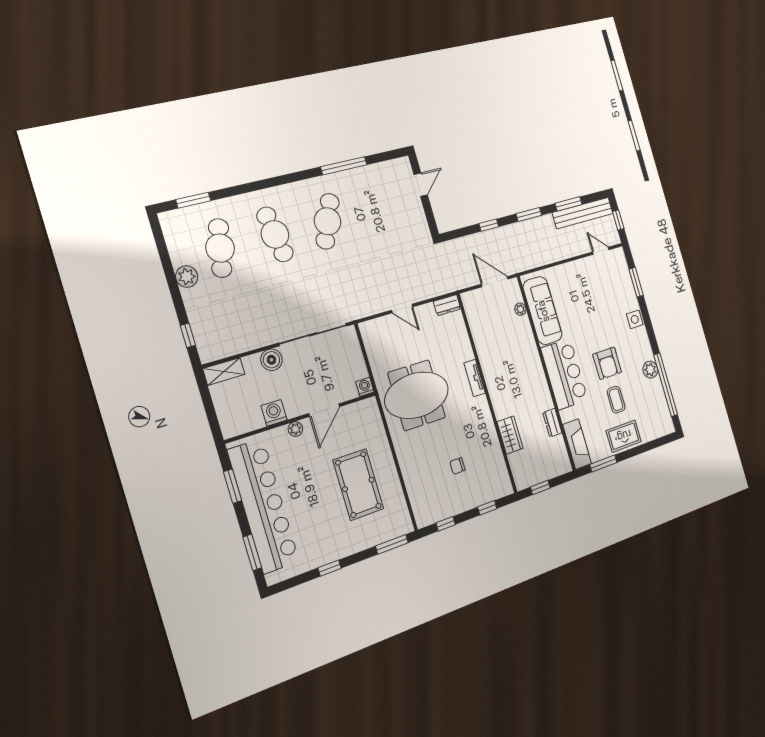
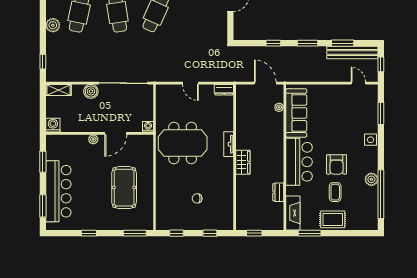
washing machine: (274, 413) -> (53, 125), moved
wardrobe: (510, 435) -> (243, 162), moved
bar counter: (263, 506) -> (58, 191), width x0.73

